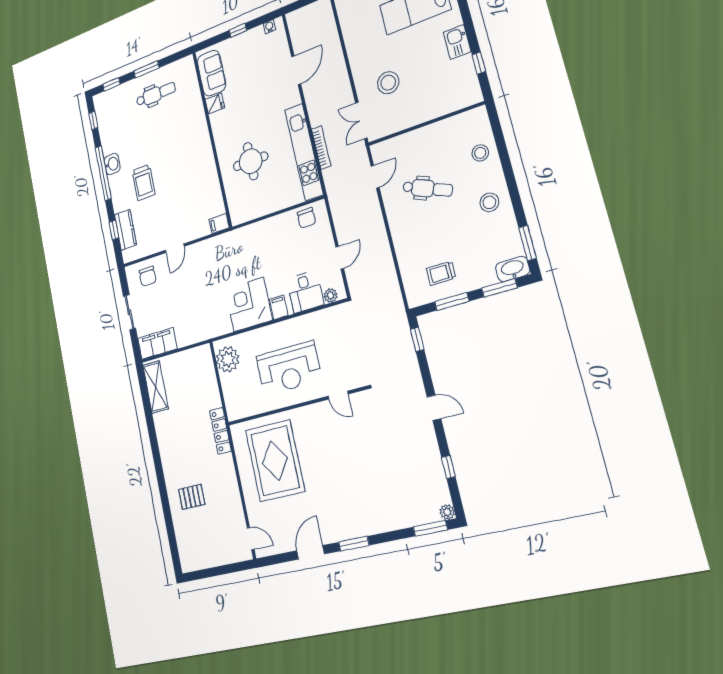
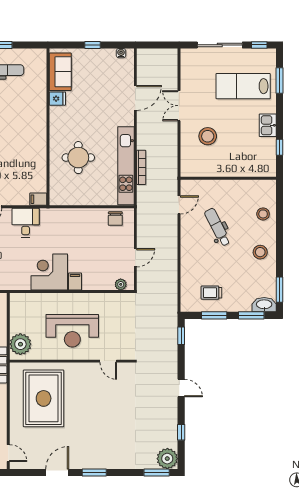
double door: (361, 120) -> (179, 106), moved
dental chair: (428, 188) -> (217, 227), turned -140
desk: (305, 292) -> (26, 223), moved, turned 180
plant: (228, 359) -> (20, 344), moved
plant: (447, 512) -> (167, 459), width x1.88, depth x1.88

